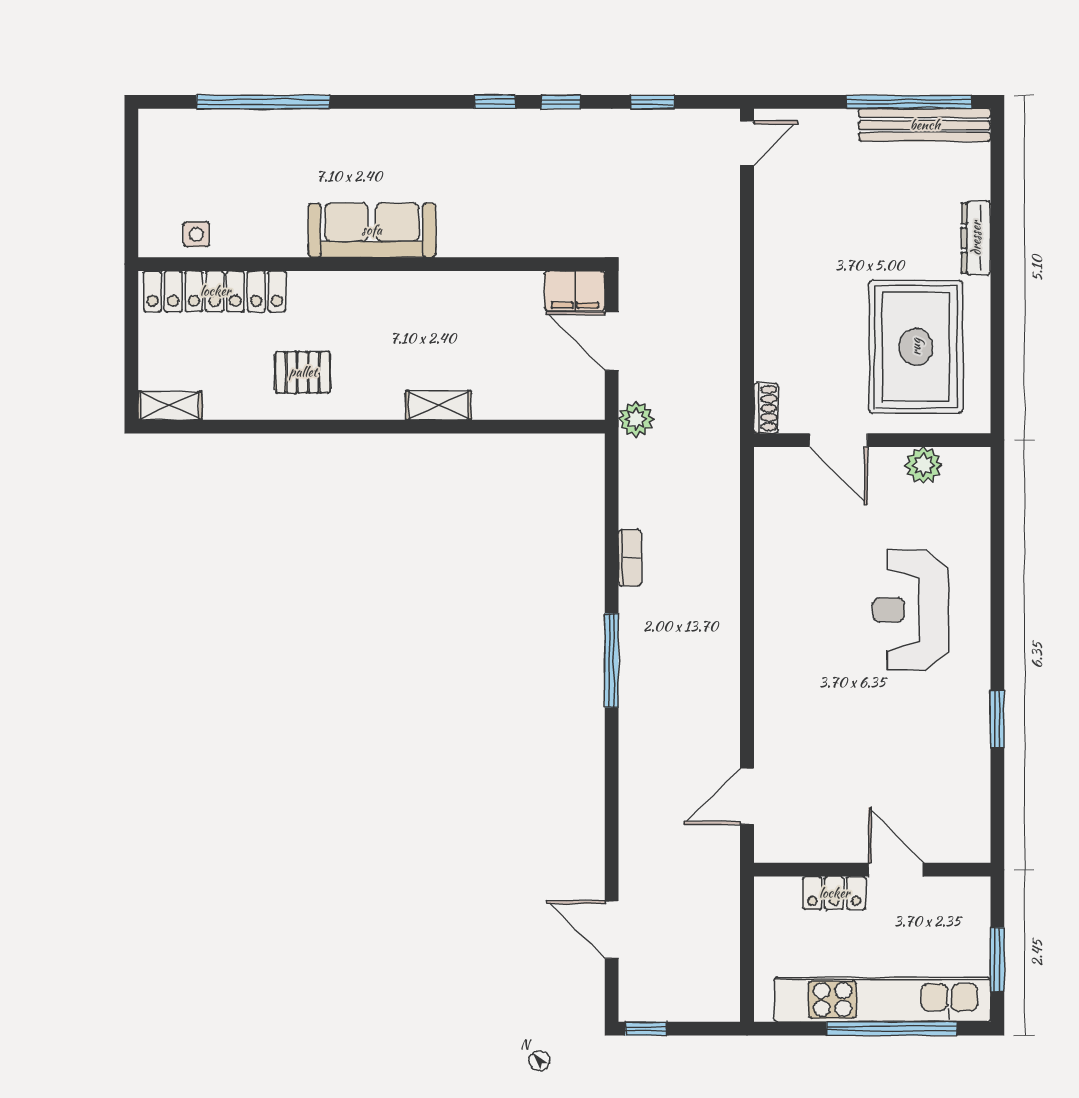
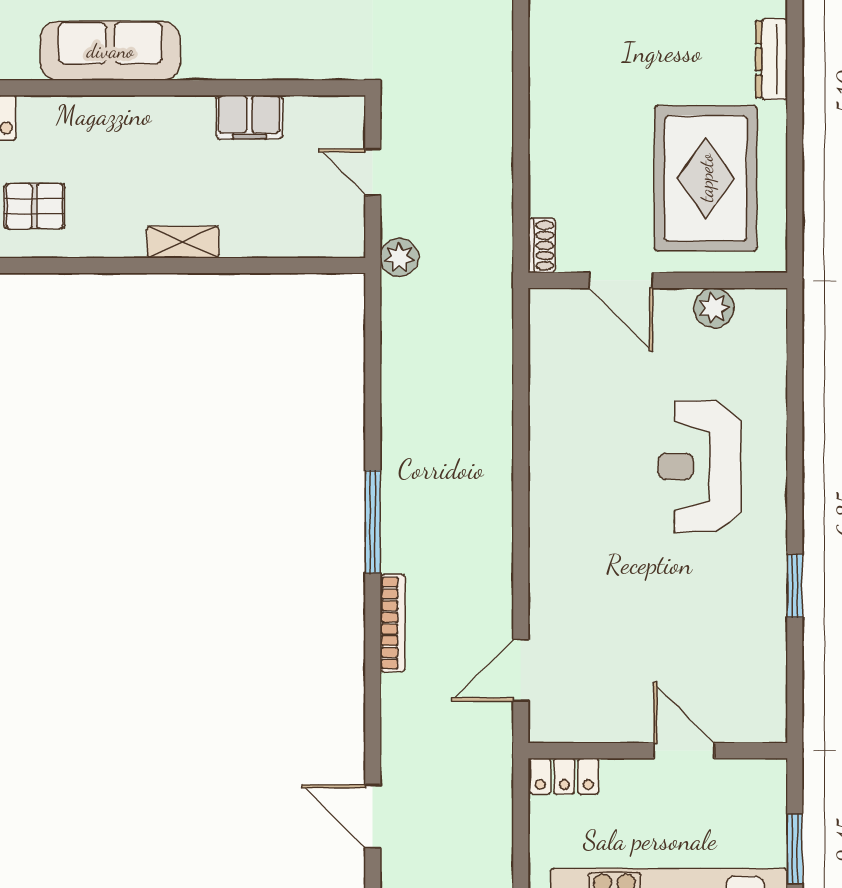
filing cabinet: (575, 291) -> (249, 117), moved
door: (612, 341) -> (373, 172), width x0.73
bookcase: (630, 558) -> (393, 623), moved, width x1.56
locker: (834, 893) -> (564, 776), moved

